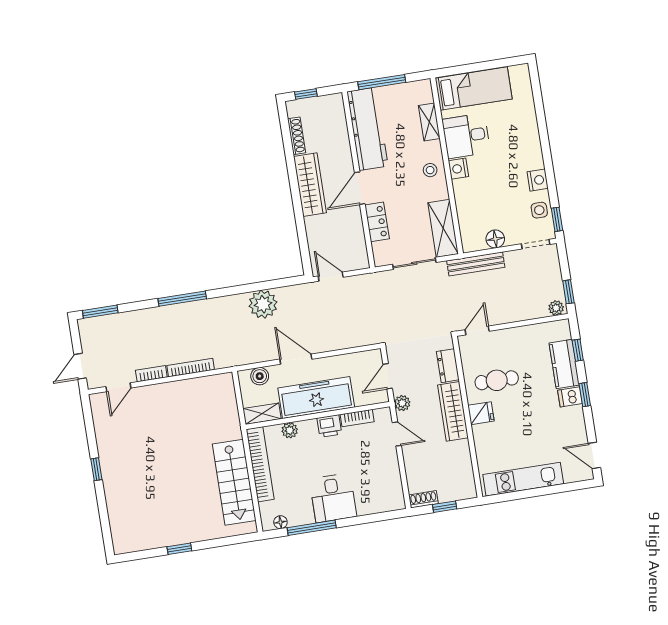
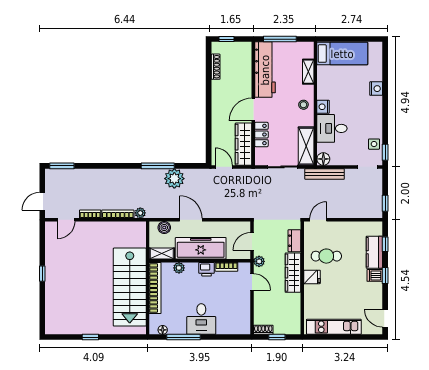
desk: (466, 136) -> (332, 128), moved
nightstand: (538, 180) -> (376, 89), moved
wardrobe: (310, 185) -> (244, 144), moved, turned 180
floor lamp: (495, 239) -> (323, 159), moved
window: (182, 299) -> (158, 166), moved
plant: (556, 308) -> (140, 213), moved
stairs: (234, 482) -> (130, 287), width x1.36, depth x1.51

